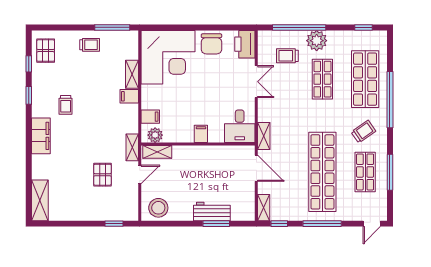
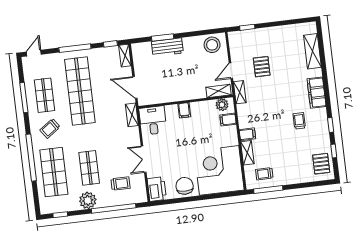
plant: (317, 41) -> (88, 200), moved
trolley: (90, 45) -> (264, 174), moved
shelving: (40, 200) -> (312, 51), moved

